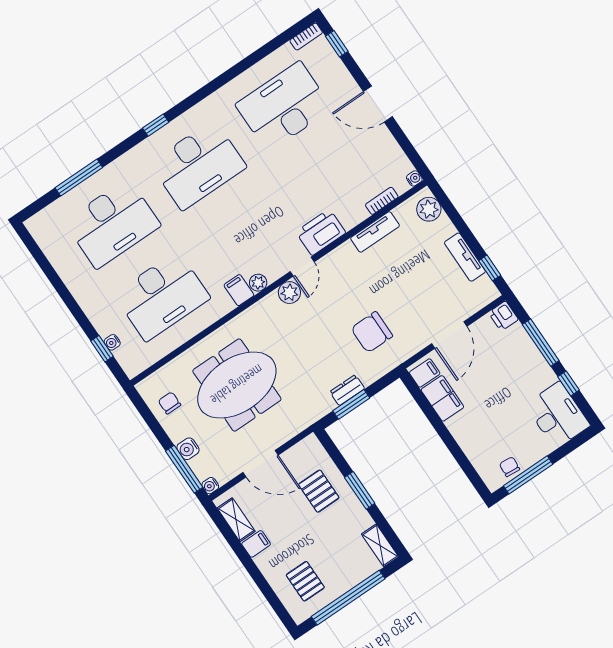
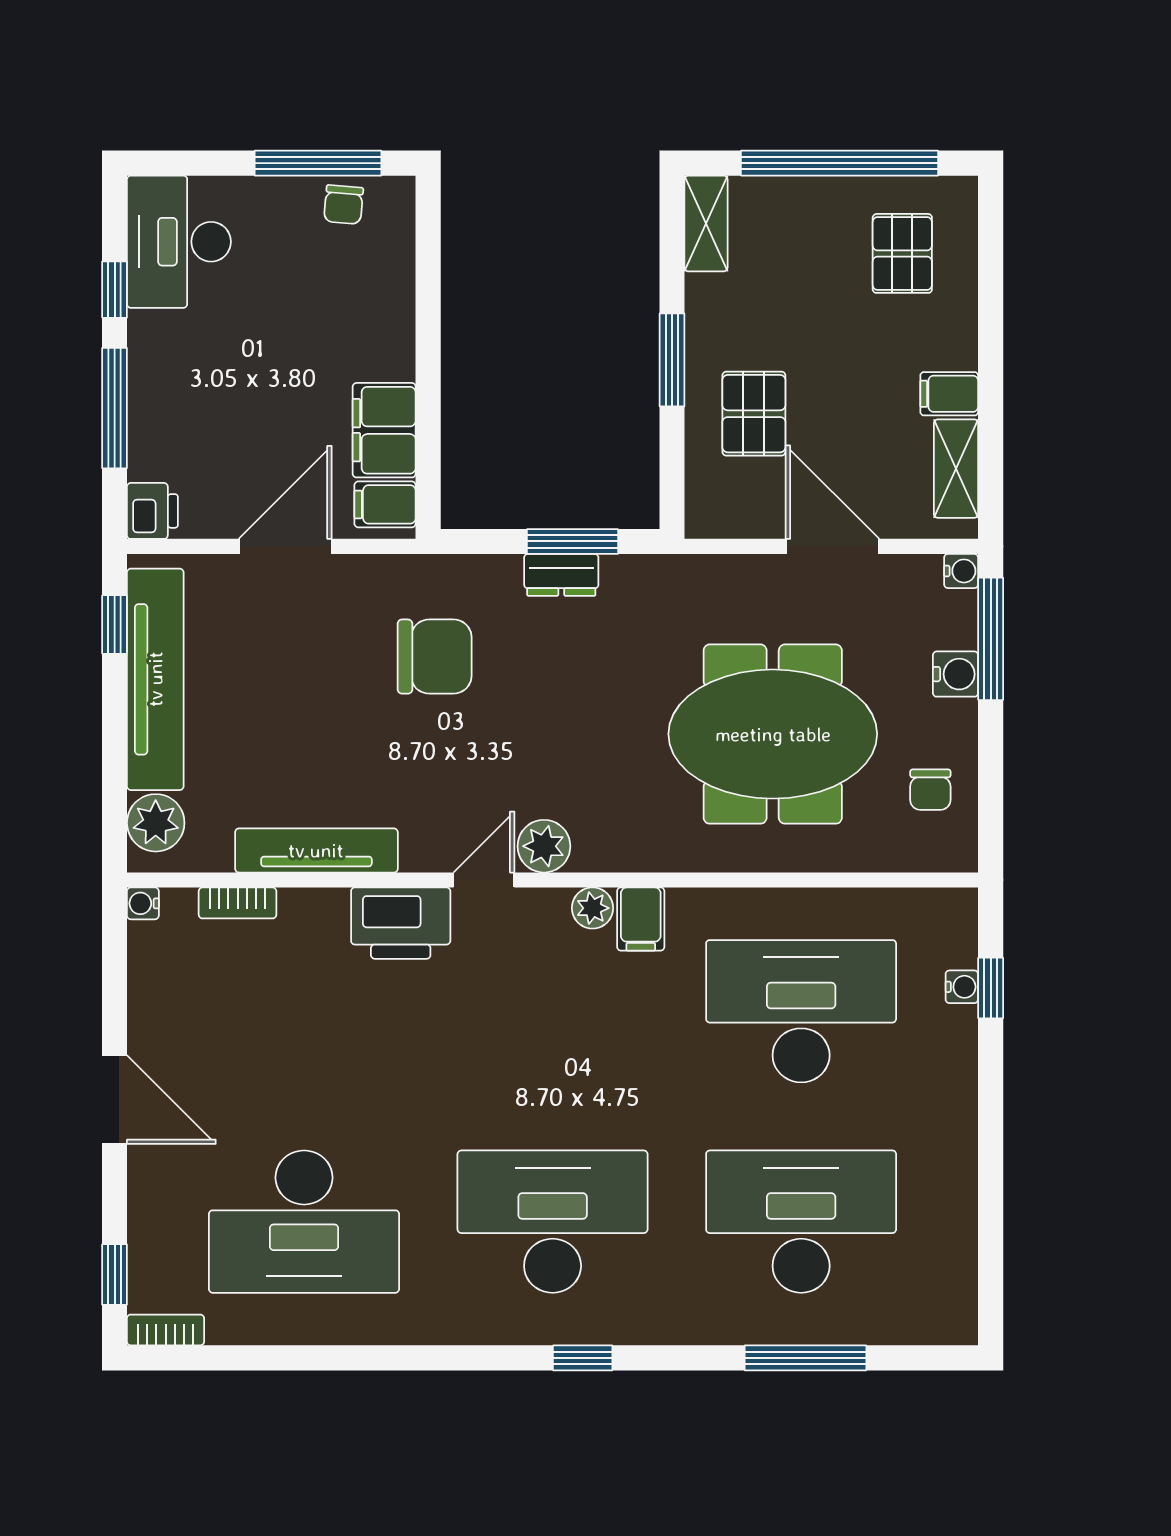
tv unit: (375, 232) -> (316, 850), width x1.41
tv unit: (465, 257) -> (155, 679), width x1.92, depth x1.29

